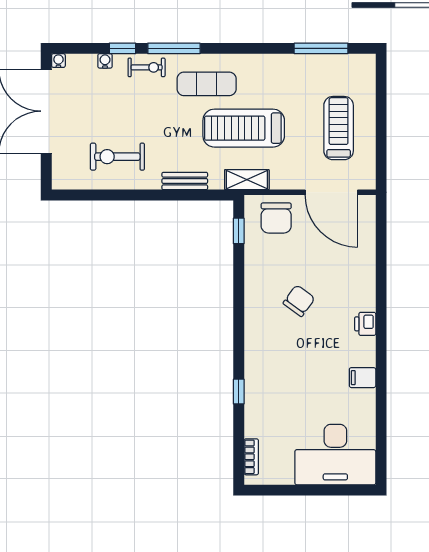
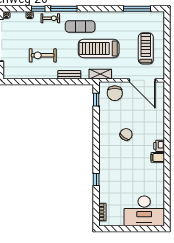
exercise bike: (117, 157) -> (43, 55), moved
filing cabinet: (363, 378) -> (158, 157), moved

